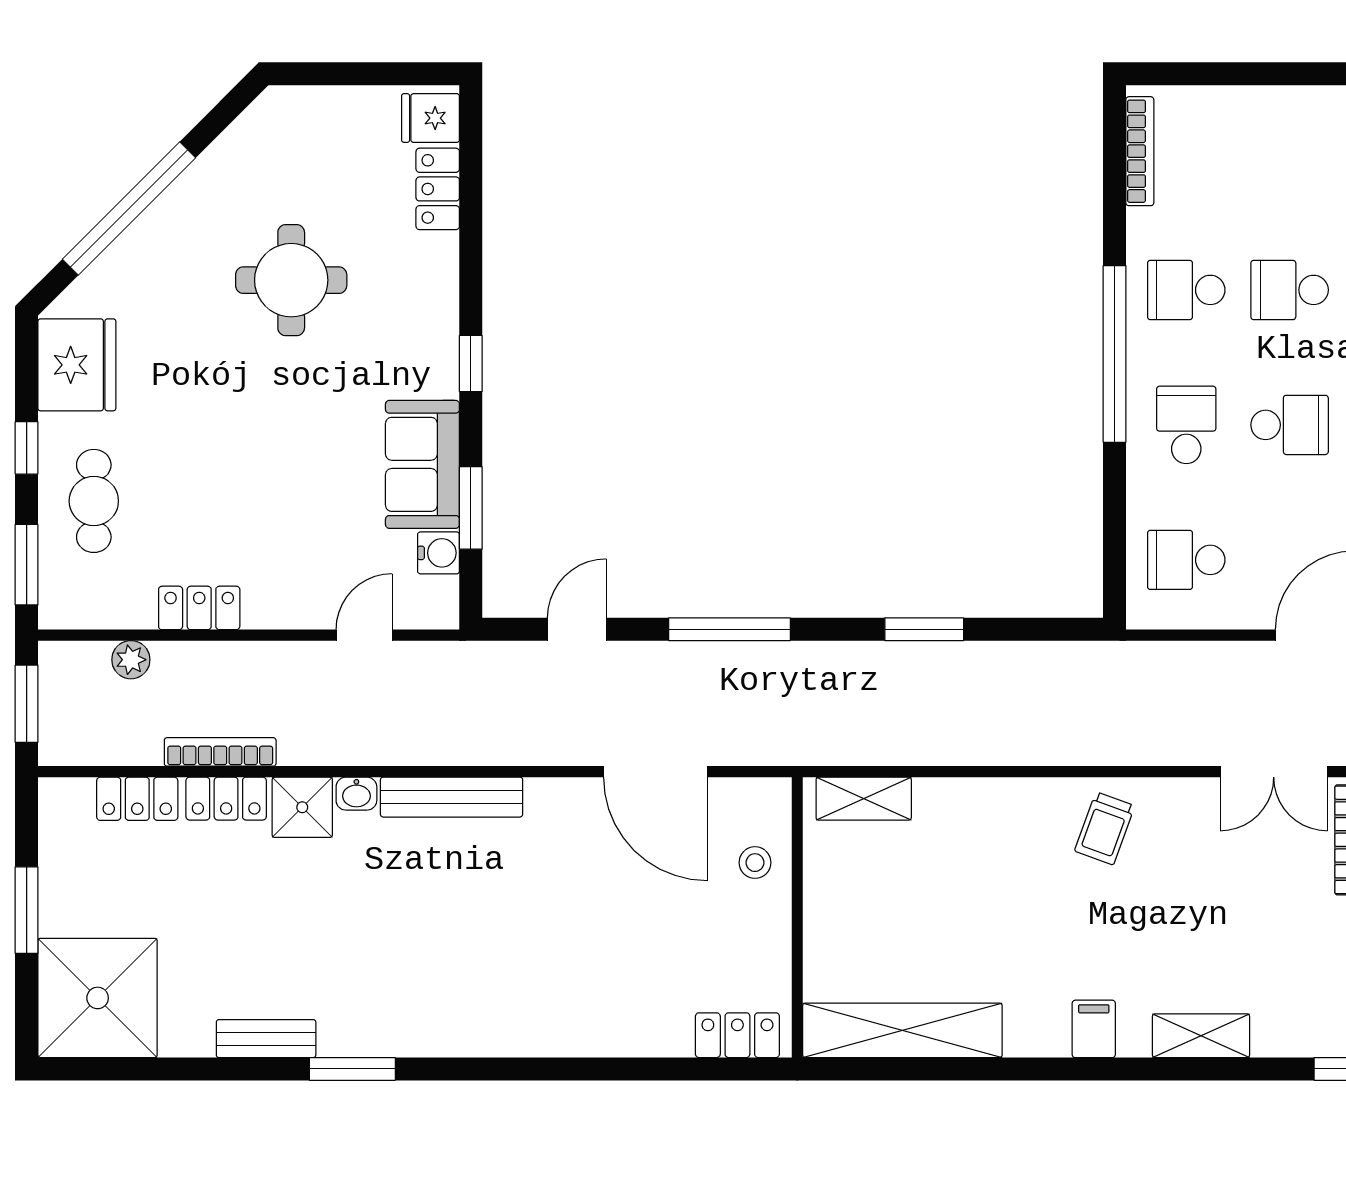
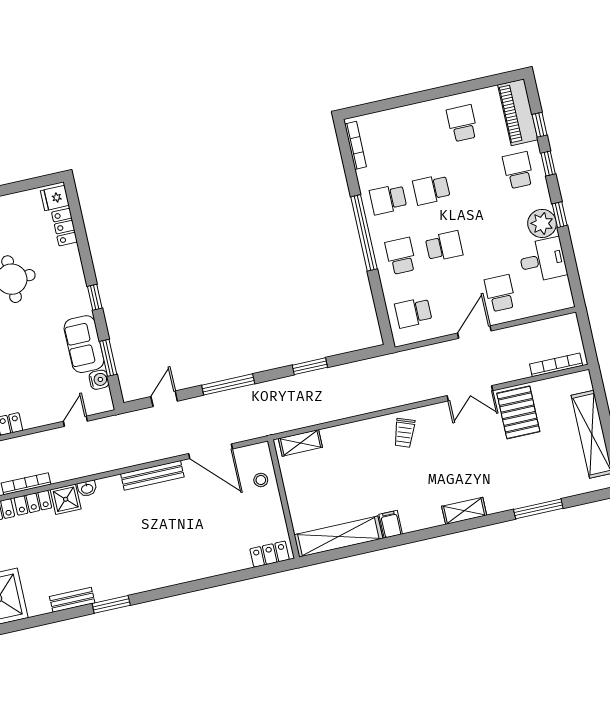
bench: (452, 797) -> (152, 475), moved
filing cabinet: (1094, 1029) -> (391, 524), moved

